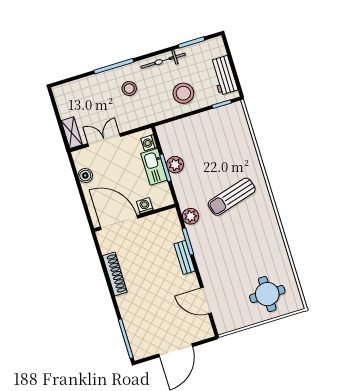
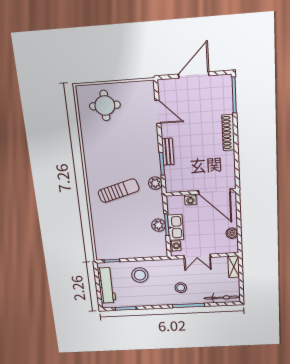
bicycle: (163, 61) -> (222, 298), moved
workbench: (224, 75) -> (107, 285), width x1.38
double door: (104, 140) -> (197, 256), moved
shoe rack: (115, 274) -> (228, 133), moved

